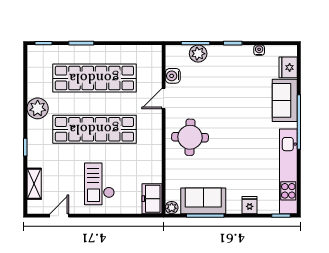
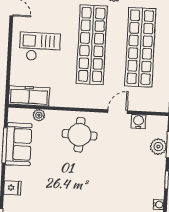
door: (164, 98) -> (118, 112), hinge flipped
freezer: (152, 199) -> (29, 96), width x1.40
plant: (172, 208) -> (39, 115), moved

